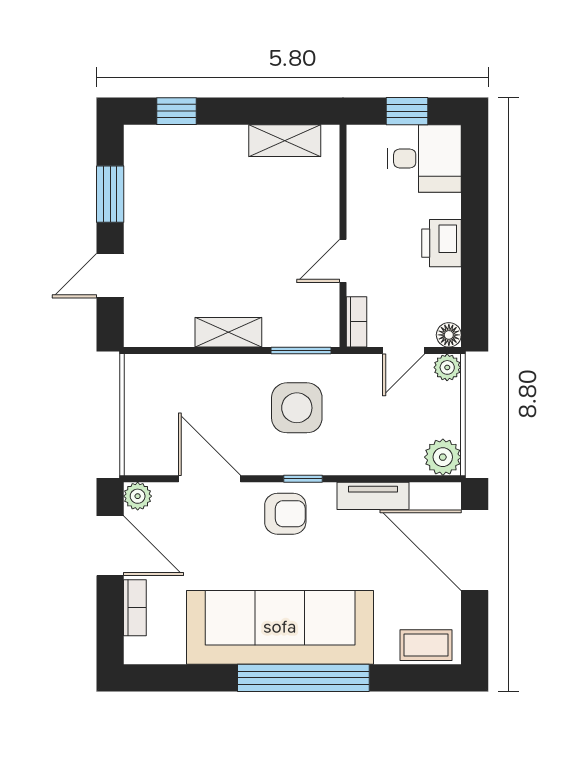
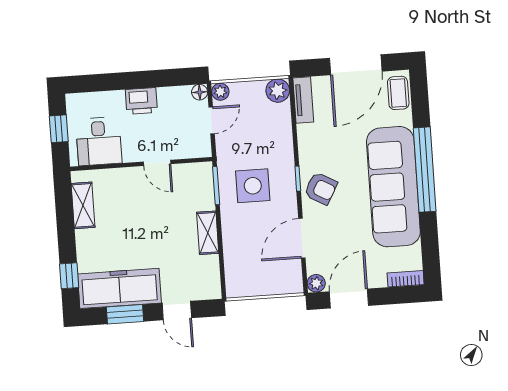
desk: (424, 159) -> (99, 141), moved, turned 180
freezer: (151, 188) -> (119, 288), added
bookcase: (357, 322) -> (195, 152), removed
door: (404, 351) -> (212, 120), hinge flipped
tv unit: (373, 496) -> (303, 100), moved
armchair: (285, 514) -> (321, 188), turned 119
door: (475, 550) -> (356, 65), moved
bookcase: (135, 608) -> (406, 279), moved

